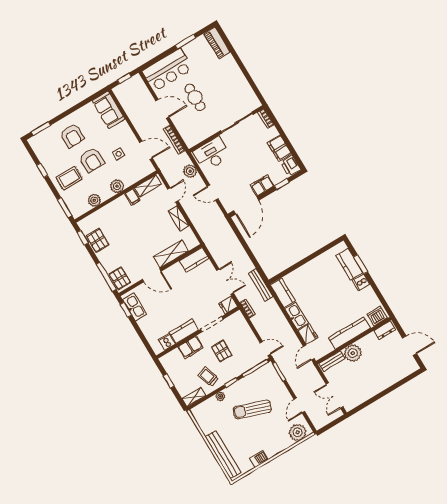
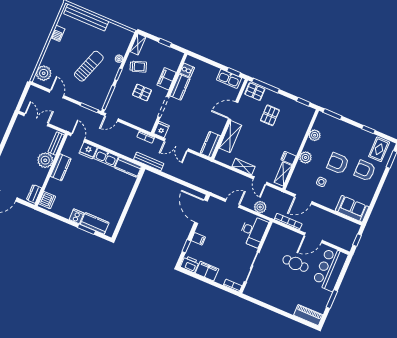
rug: (69, 178) -> (379, 149), moved
filing cabinet: (262, 185) -> (198, 239), width x0.50
pallet: (98, 240) -> (270, 115), moved, turned 90
kitchen counter: (349, 333) -> (61, 167), width x0.67

